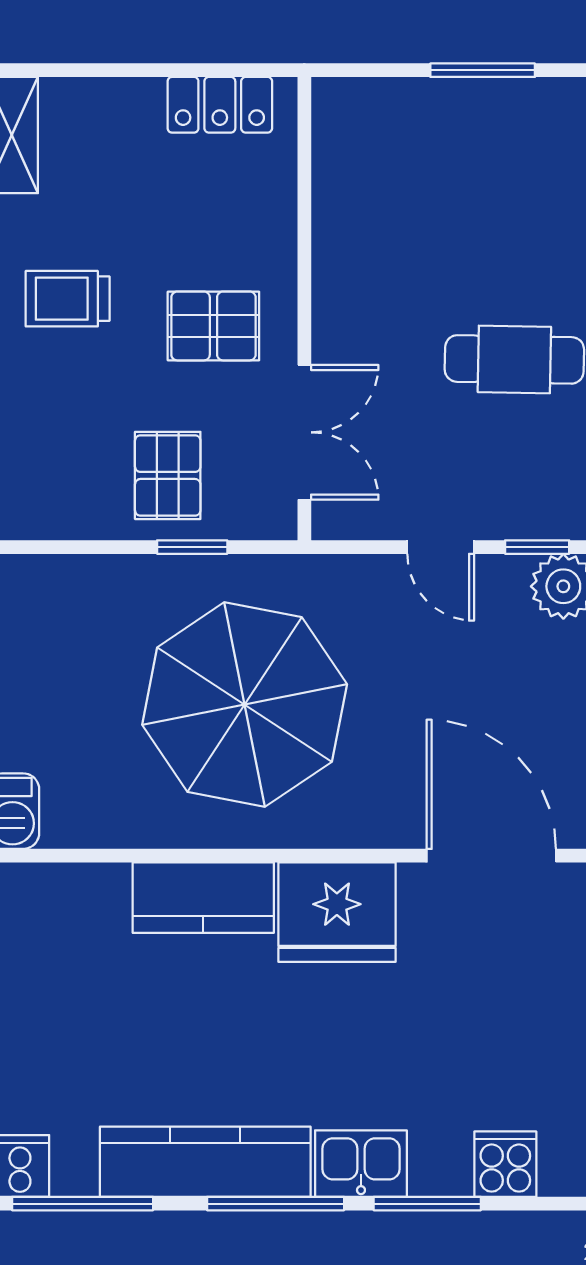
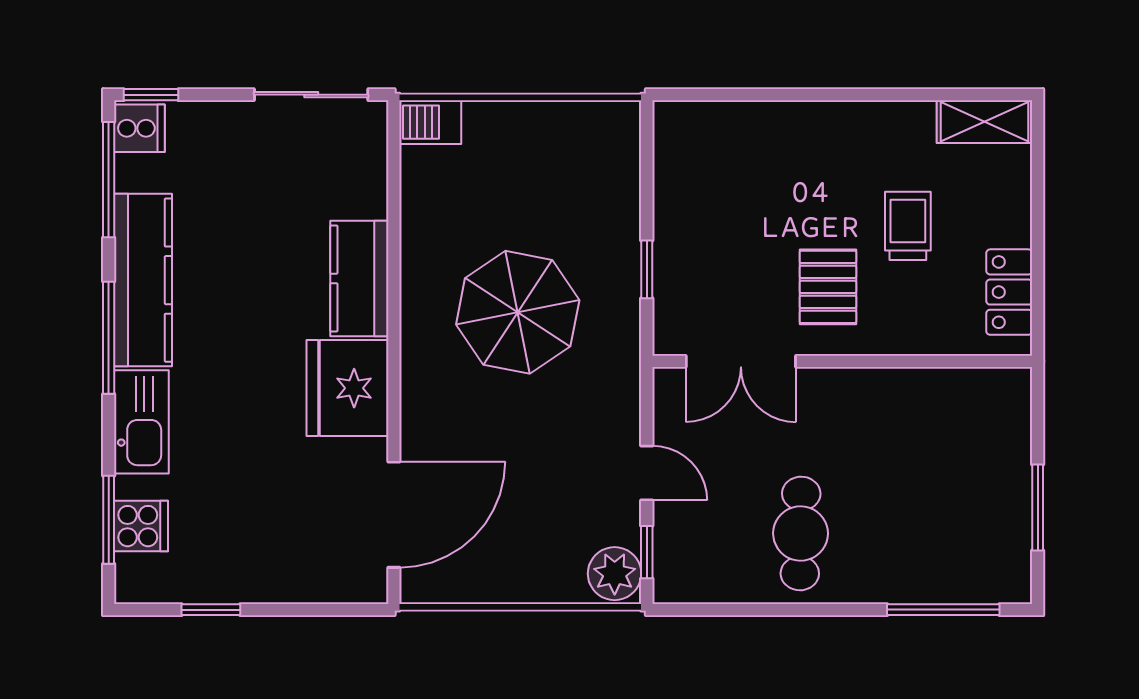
trolley: (68, 299) -> (908, 226), moved
pallet: (168, 475) -> (705, 249), removed
door: (441, 547) -> (647, 473), swing flipped
parasol: (245, 705) -> (518, 312), width x0.73, depth x0.73
kitchen sink: (361, 1164) -> (141, 422), width x1.38
window: (427, 1204) -> (109, 520), moved

